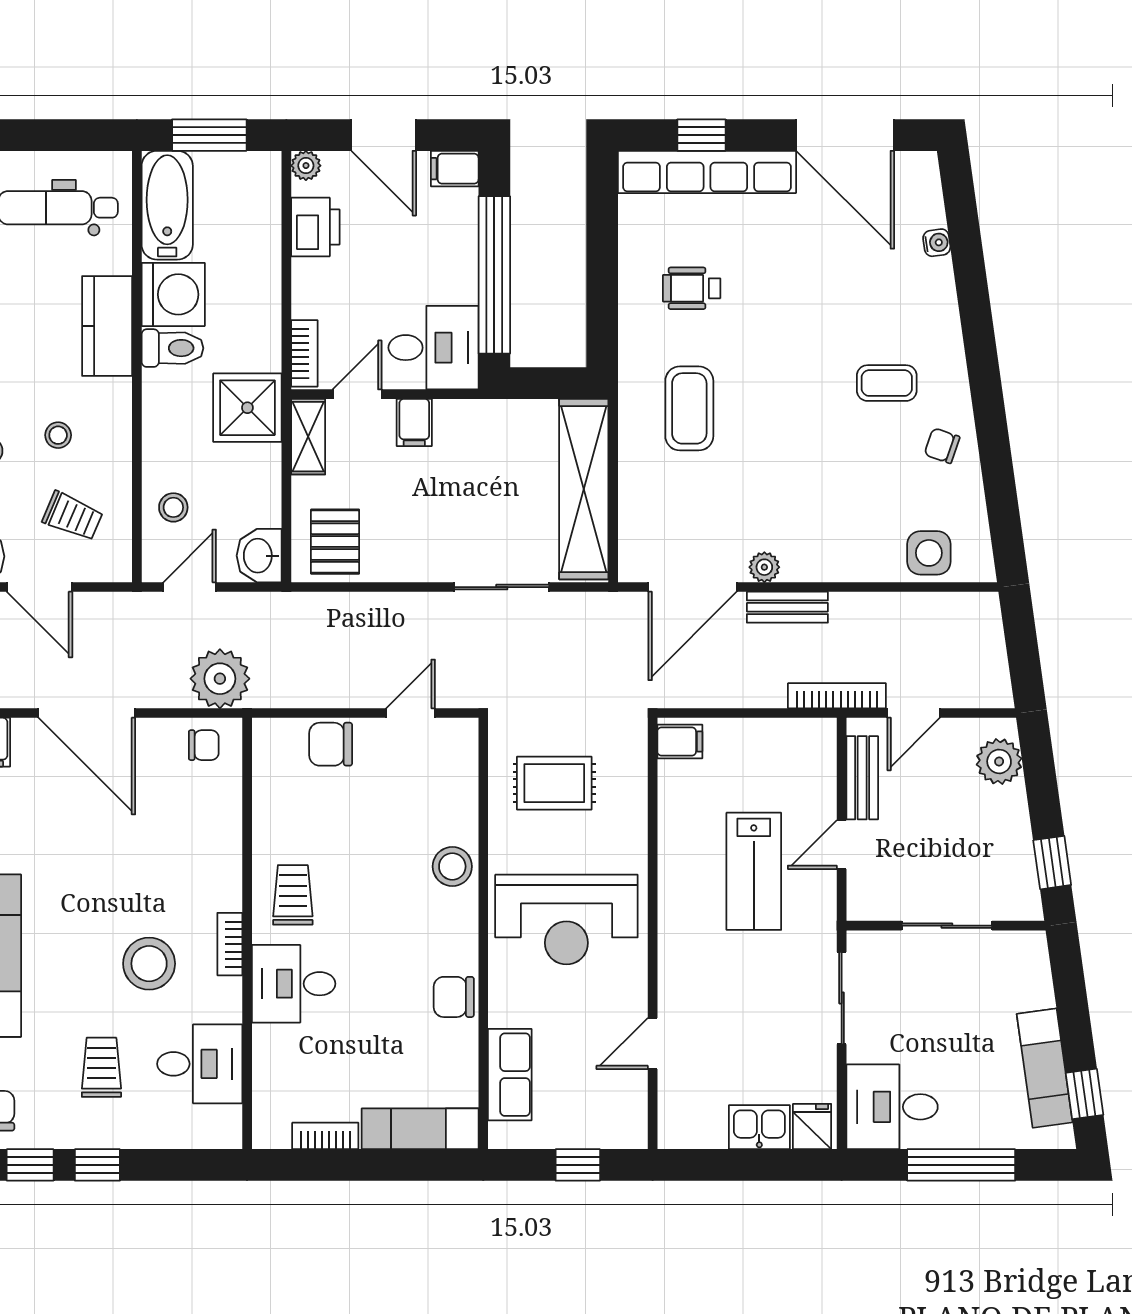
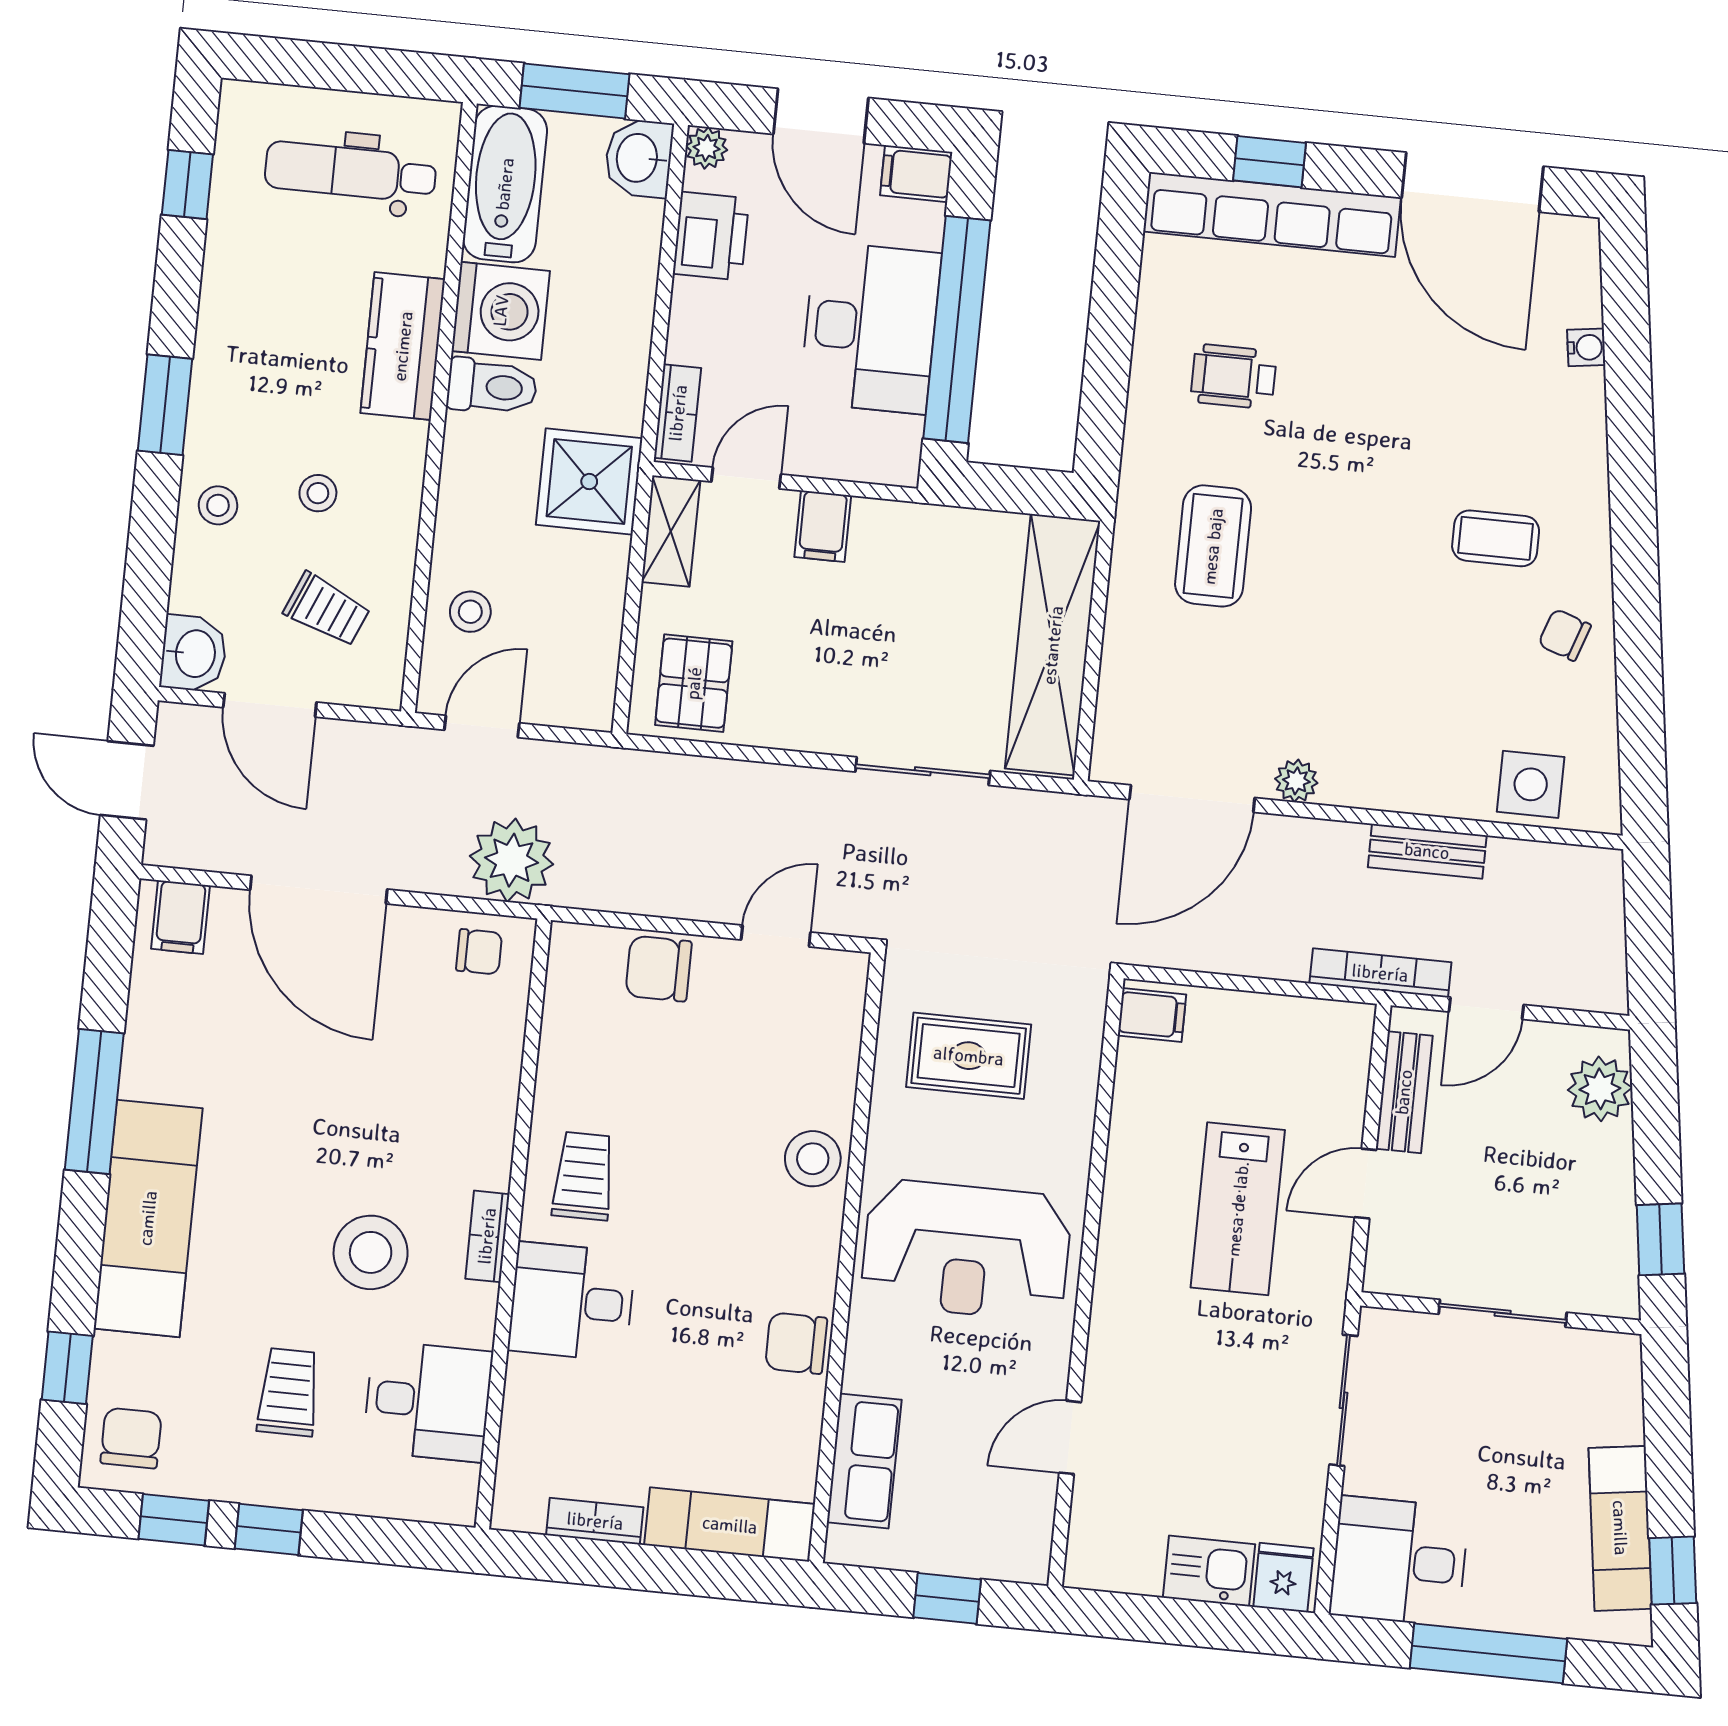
desk: (434, 348) -> (870, 328), moved, width x1.37
washbasin: (259, 556) -> (639, 158), moved
bench: (787, 607) -> (1427, 851), moved

